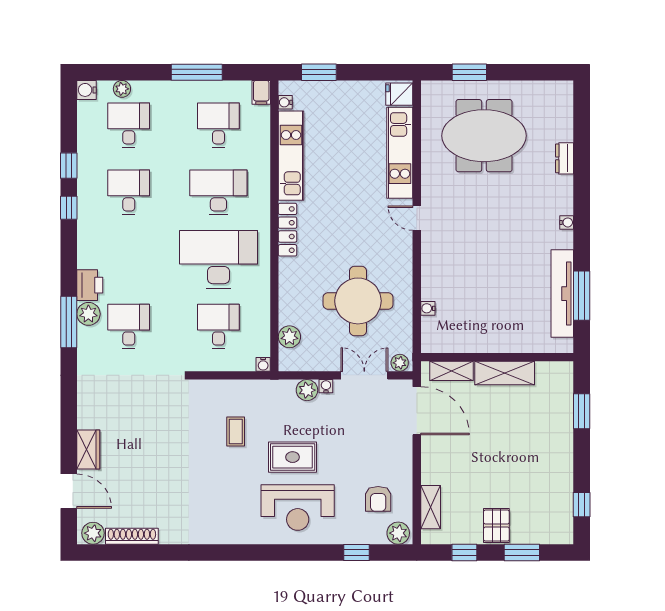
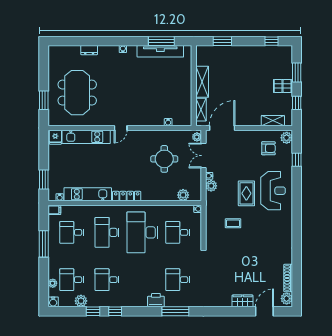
round table: (358, 301) -> (164, 159), width x0.73, depth x0.73
plant: (88, 314) -> (81, 301), moved

